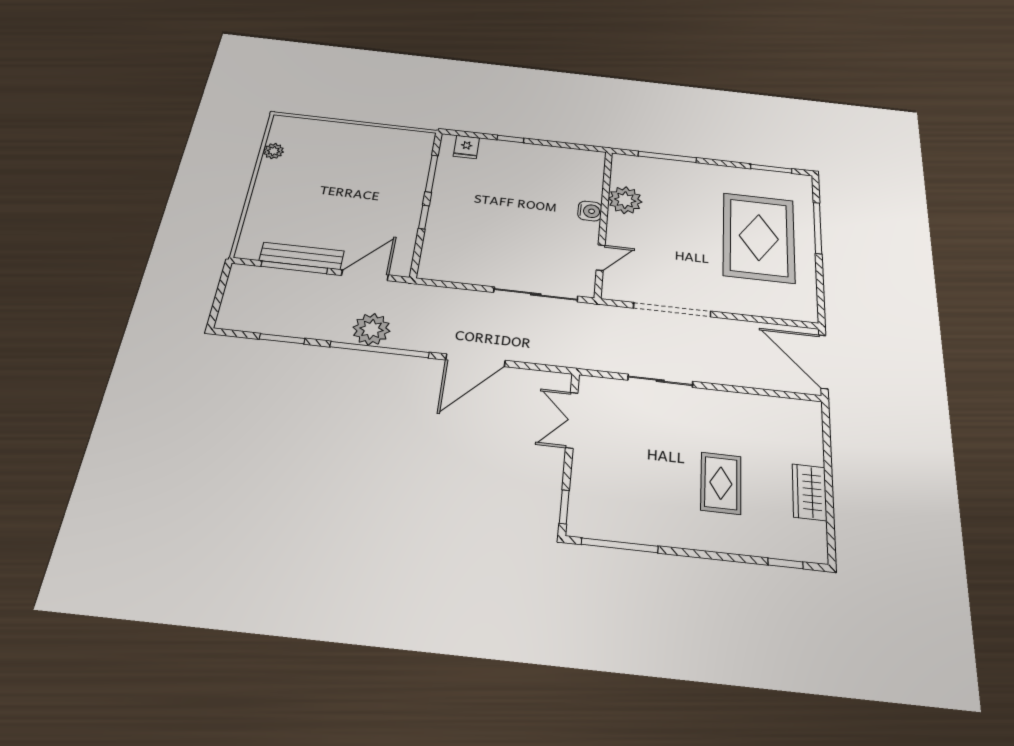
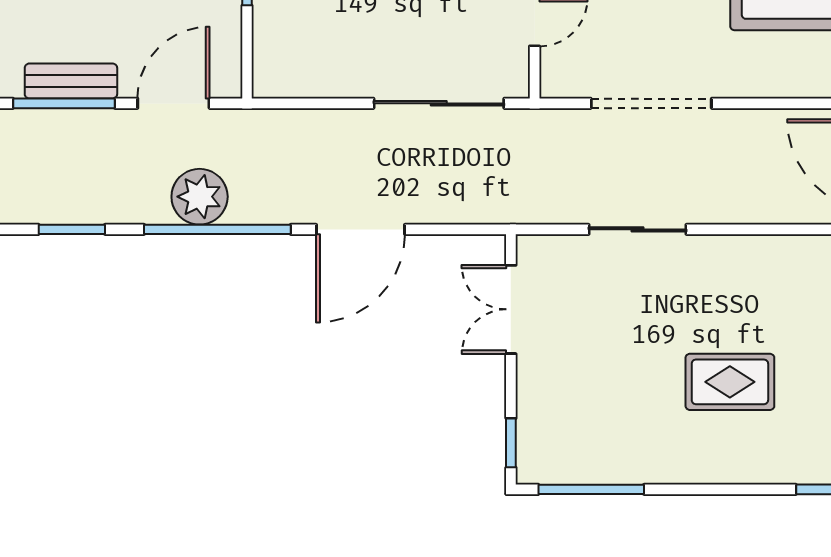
bench: (302, 256) -> (71, 81), width x0.73
rug: (721, 483) -> (730, 382), turned 90

